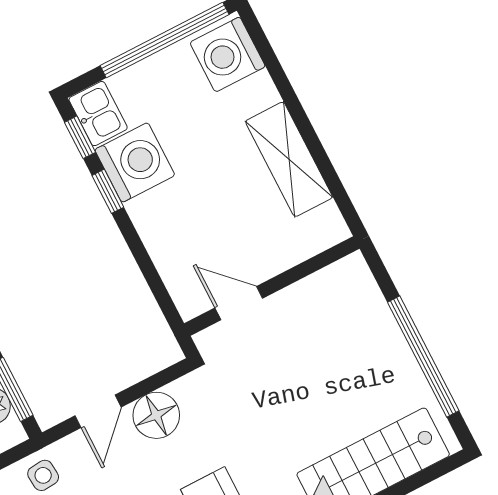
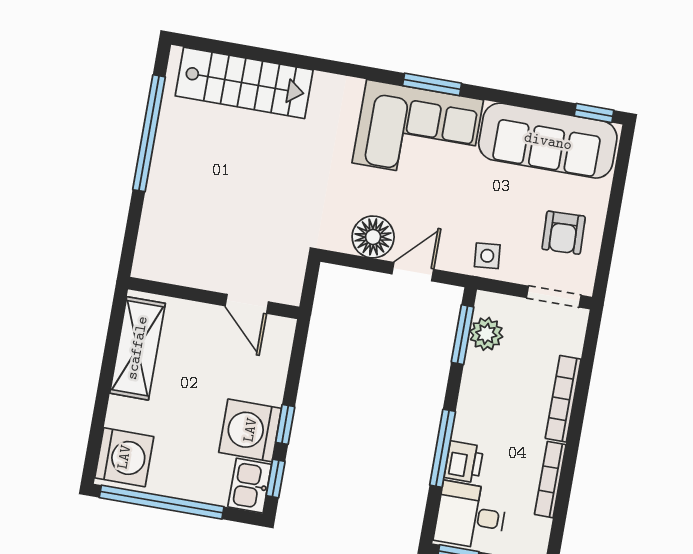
wall: (272, 286) -> (214, 298), moved
door: (239, 303) -> (247, 304), moved

